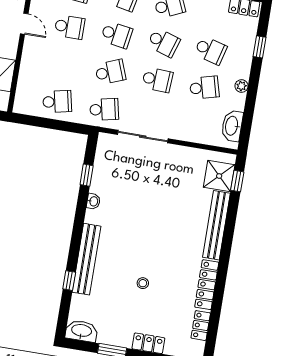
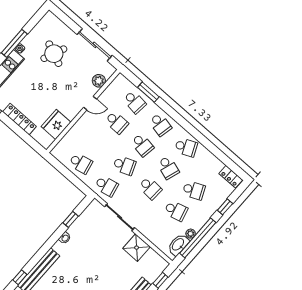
door: (24, 24) -> (90, 103), hinge flipped
school desk: (211, 50) -> (194, 190), turned -39
plant: (242, 86) -> (191, 234), moved
window: (250, 104) -> (198, 238), added
shower: (219, 176) -> (137, 248), moved

